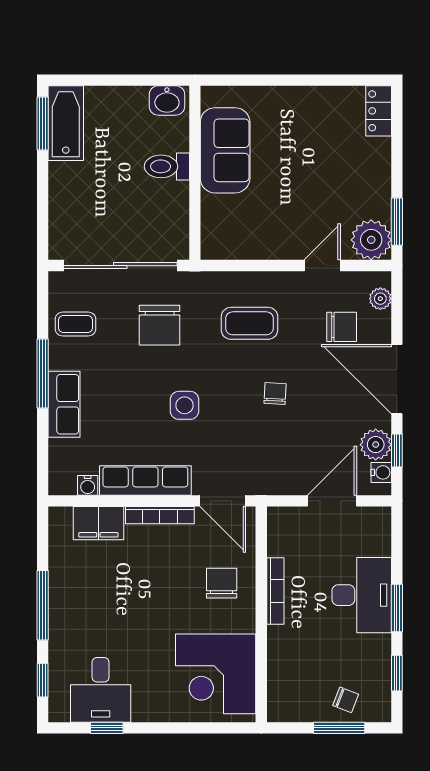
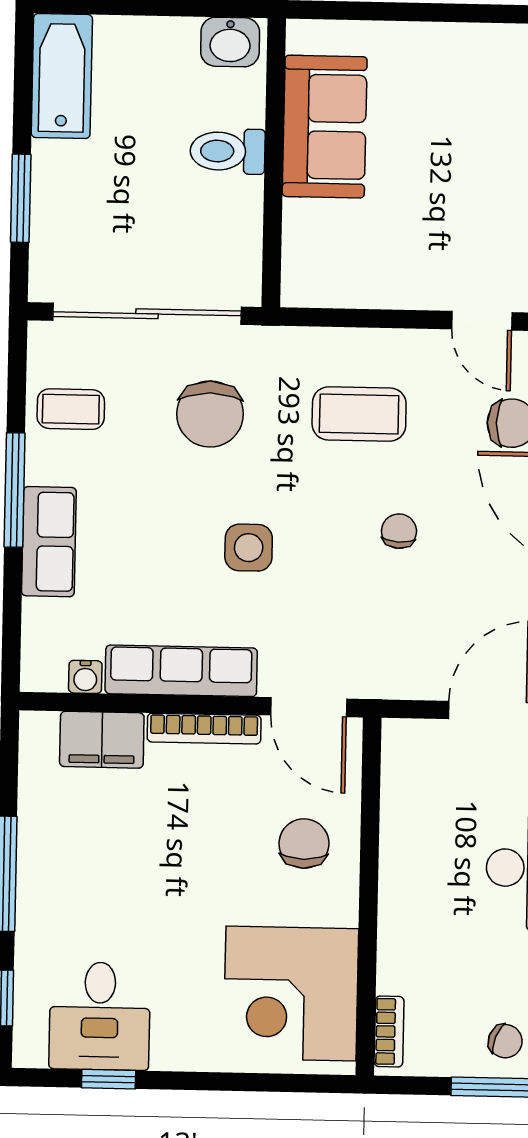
window: (43, 123) -> (21, 198), moved
door: (322, 266) -> (482, 321), swing flipped
bookcase: (275, 591) -> (389, 1031), moved, width x0.64

